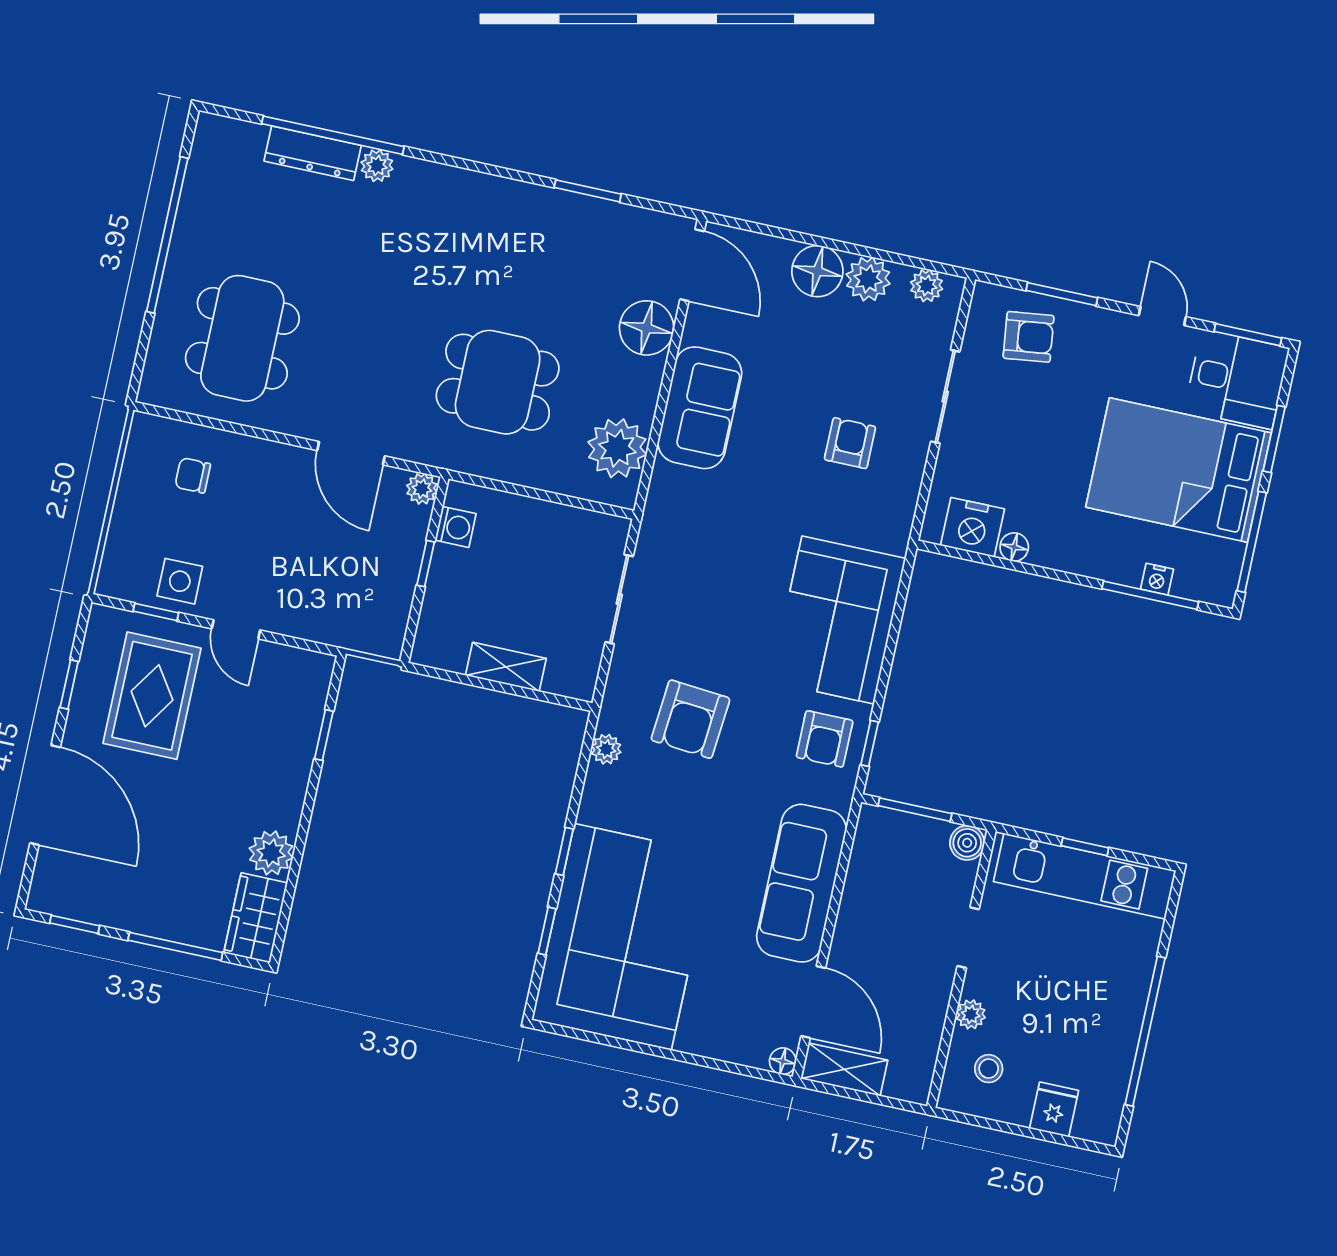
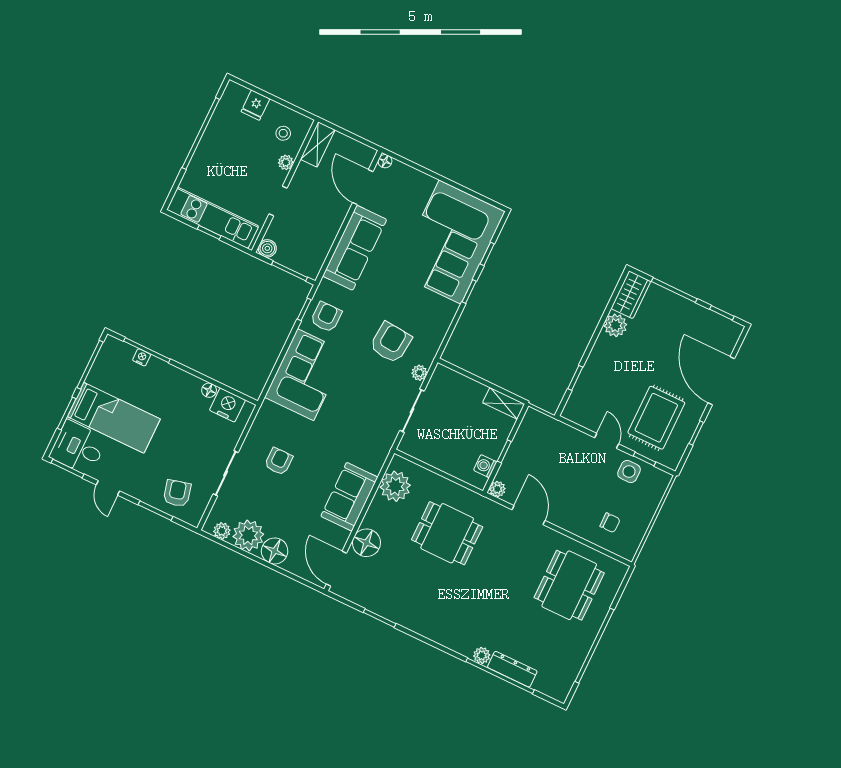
plant: (868, 279) -> (248, 535), width x1.36, depth x1.36
armchair: (1029, 337) -> (177, 493), turned 83
armchair: (850, 443) -> (279, 461), turned 180
bed: (1179, 470) -> (114, 418), width x0.67
shelving: (506, 667) -> (504, 403), moved
plant: (606, 749) -> (419, 373), moved
shelving: (844, 1069) -> (318, 145), moved, turned 90

